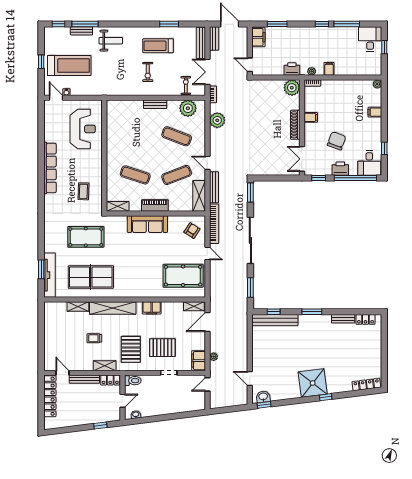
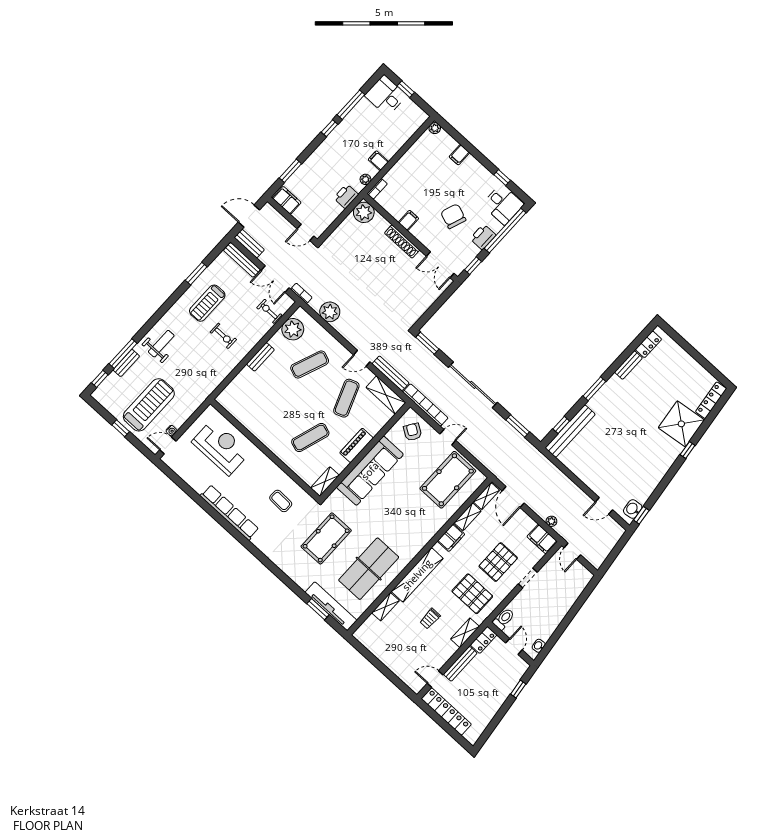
sofa: (147, 224) -> (370, 471), width x1.36, depth x1.27
shelving: (172, 306) -> (468, 517), added
shower: (313, 383) -> (681, 424), moved

